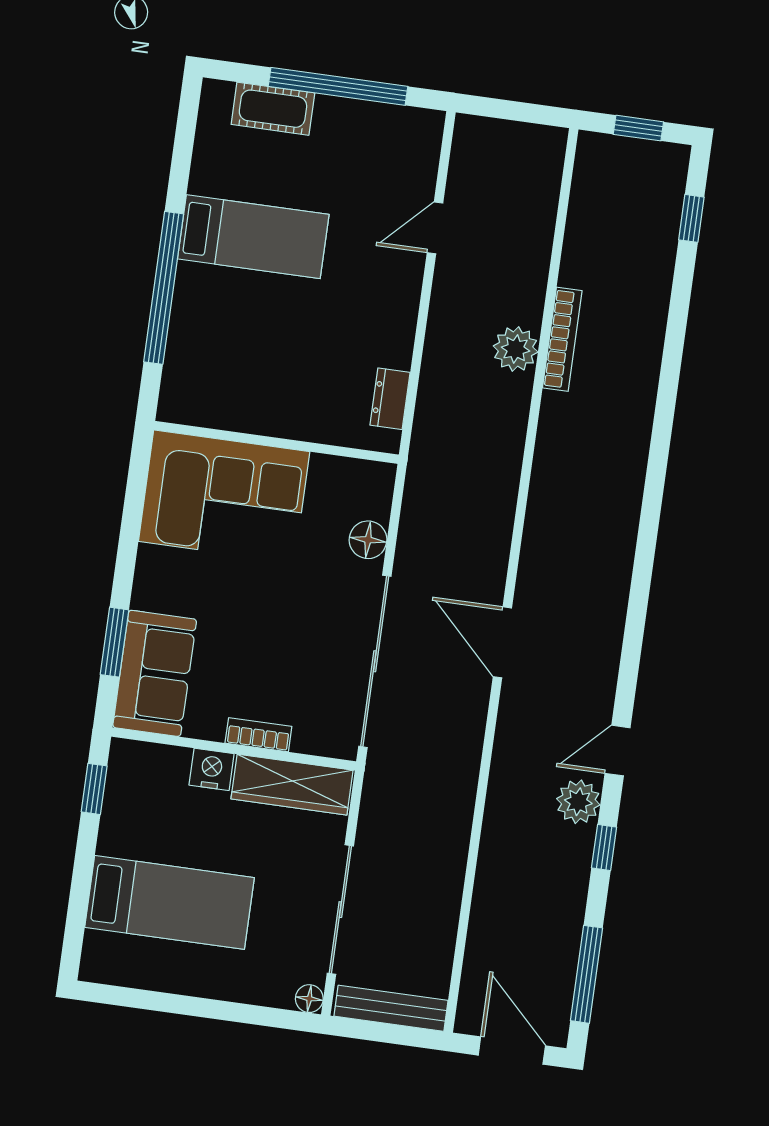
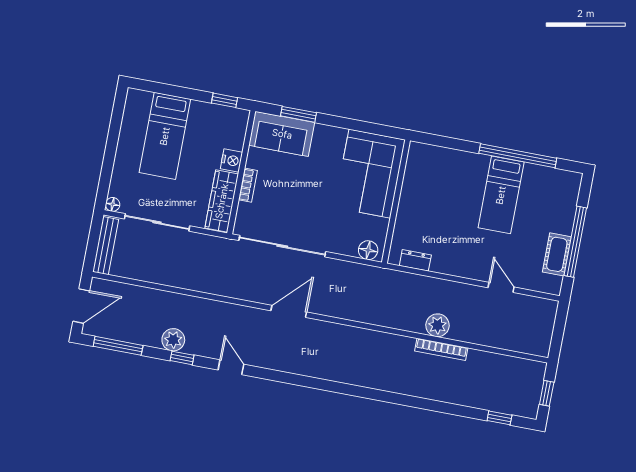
cot: (273, 109) -> (557, 254), moved
window: (164, 288) -> (518, 156), moved
floor lamp: (368, 540) -> (368, 250), moved
plant: (578, 802) -> (173, 340), moved

